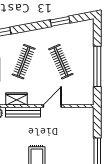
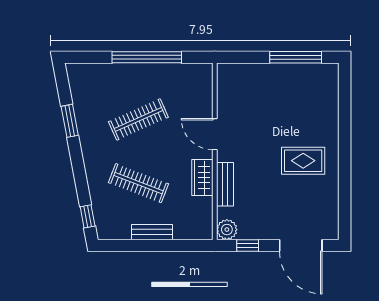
wardrobe: (17, 99) -> (202, 178), moved
bench: (23, 112) -> (225, 184), width x0.73

